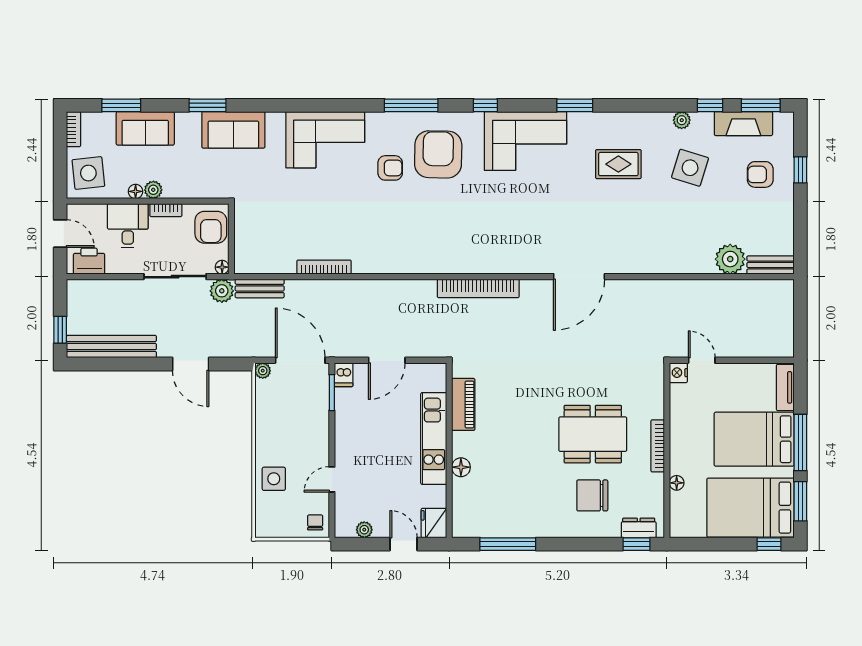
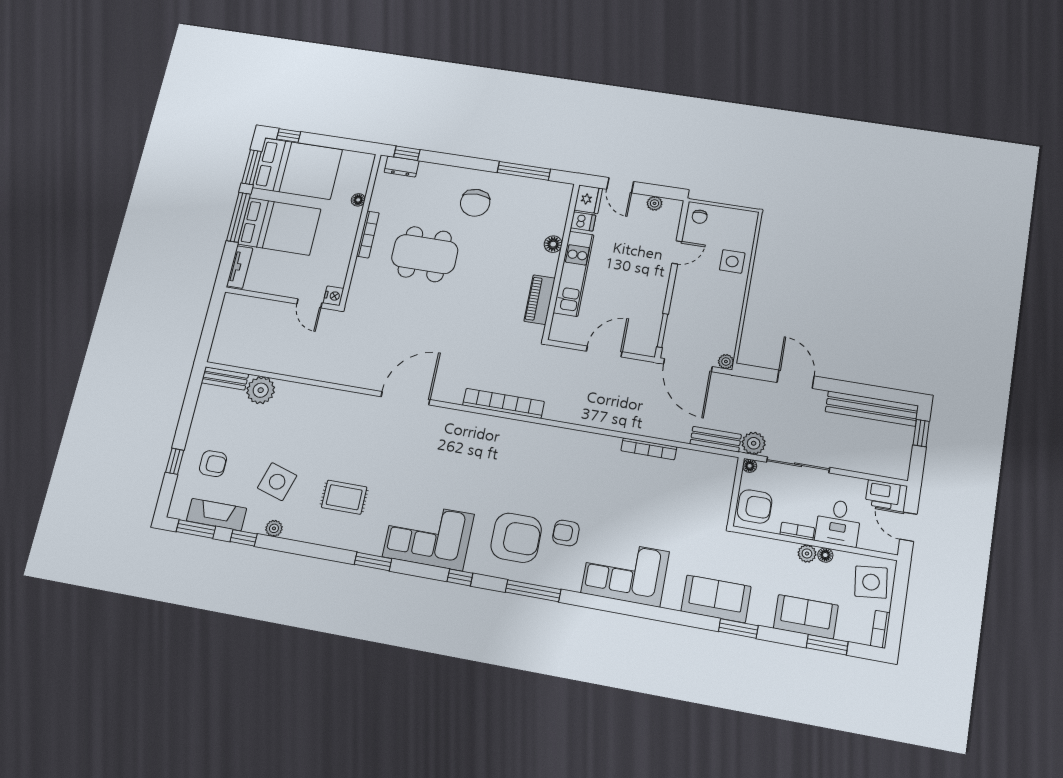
armchair: (438, 154) -> (516, 538), turned -91
armchair: (211, 227) -> (755, 506), turned 90
dishwasher: (344, 375) -> (583, 222), moved, turned 90
chair: (592, 495) -> (475, 203), moved, turned 90

